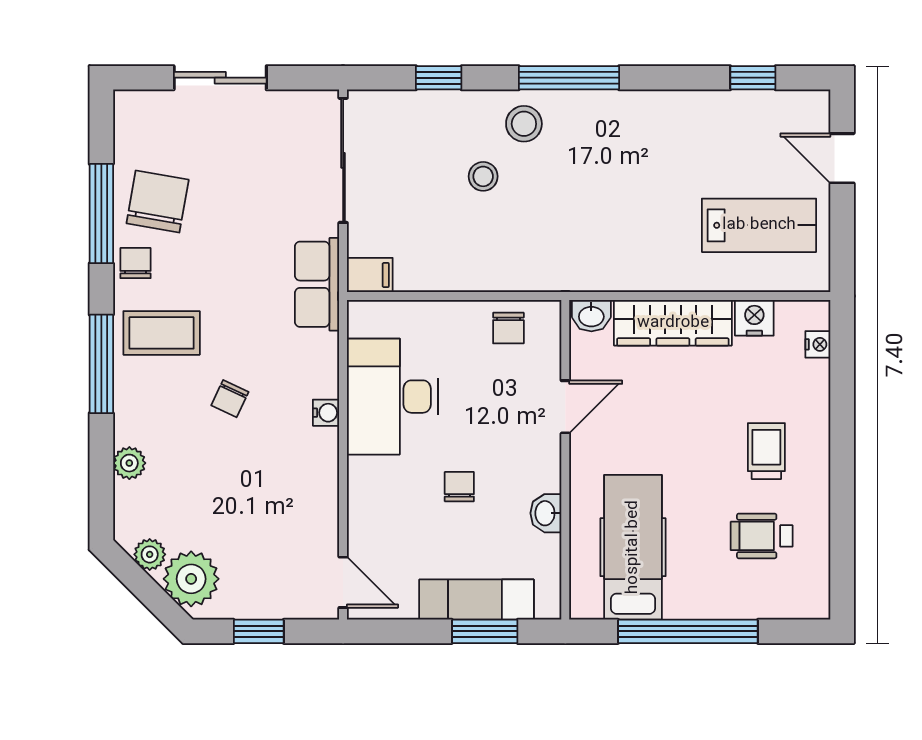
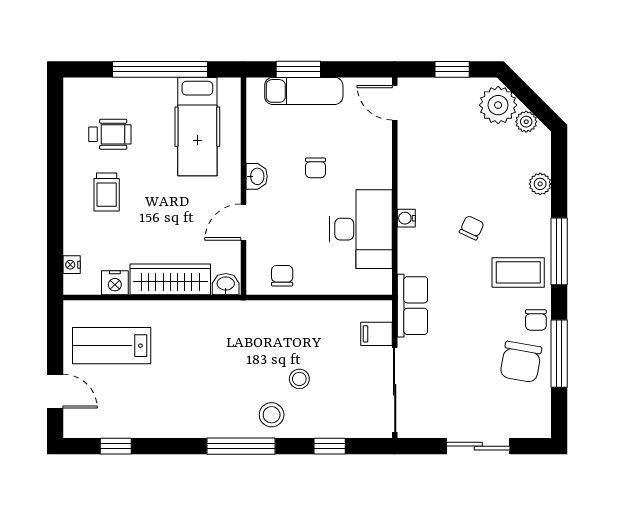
filing cabinet: (370, 275) -> (376, 334), moved
washbasin: (546, 513) -> (257, 176), moved

